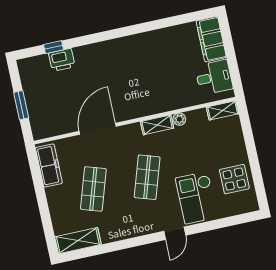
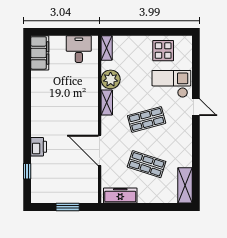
filing cabinet: (211, 39) -> (40, 53), moved, turned -90
printer: (62, 60) -> (39, 147), moved
plant: (179, 119) -> (111, 79), width x1.88, depth x1.88
shop shelf: (147, 177) -> (147, 119), turned -33
checkout: (196, 198) -> (171, 84), turned 180

